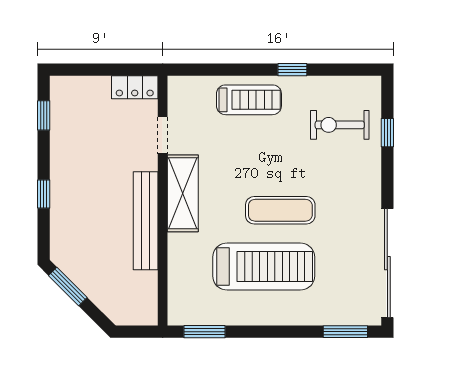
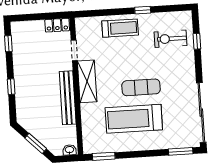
treadmill: (264, 267) -> (134, 119), turned 180
window: (68, 286) -> (36, 143), moved
washbasin: (143, 316) -> (69, 150), added

